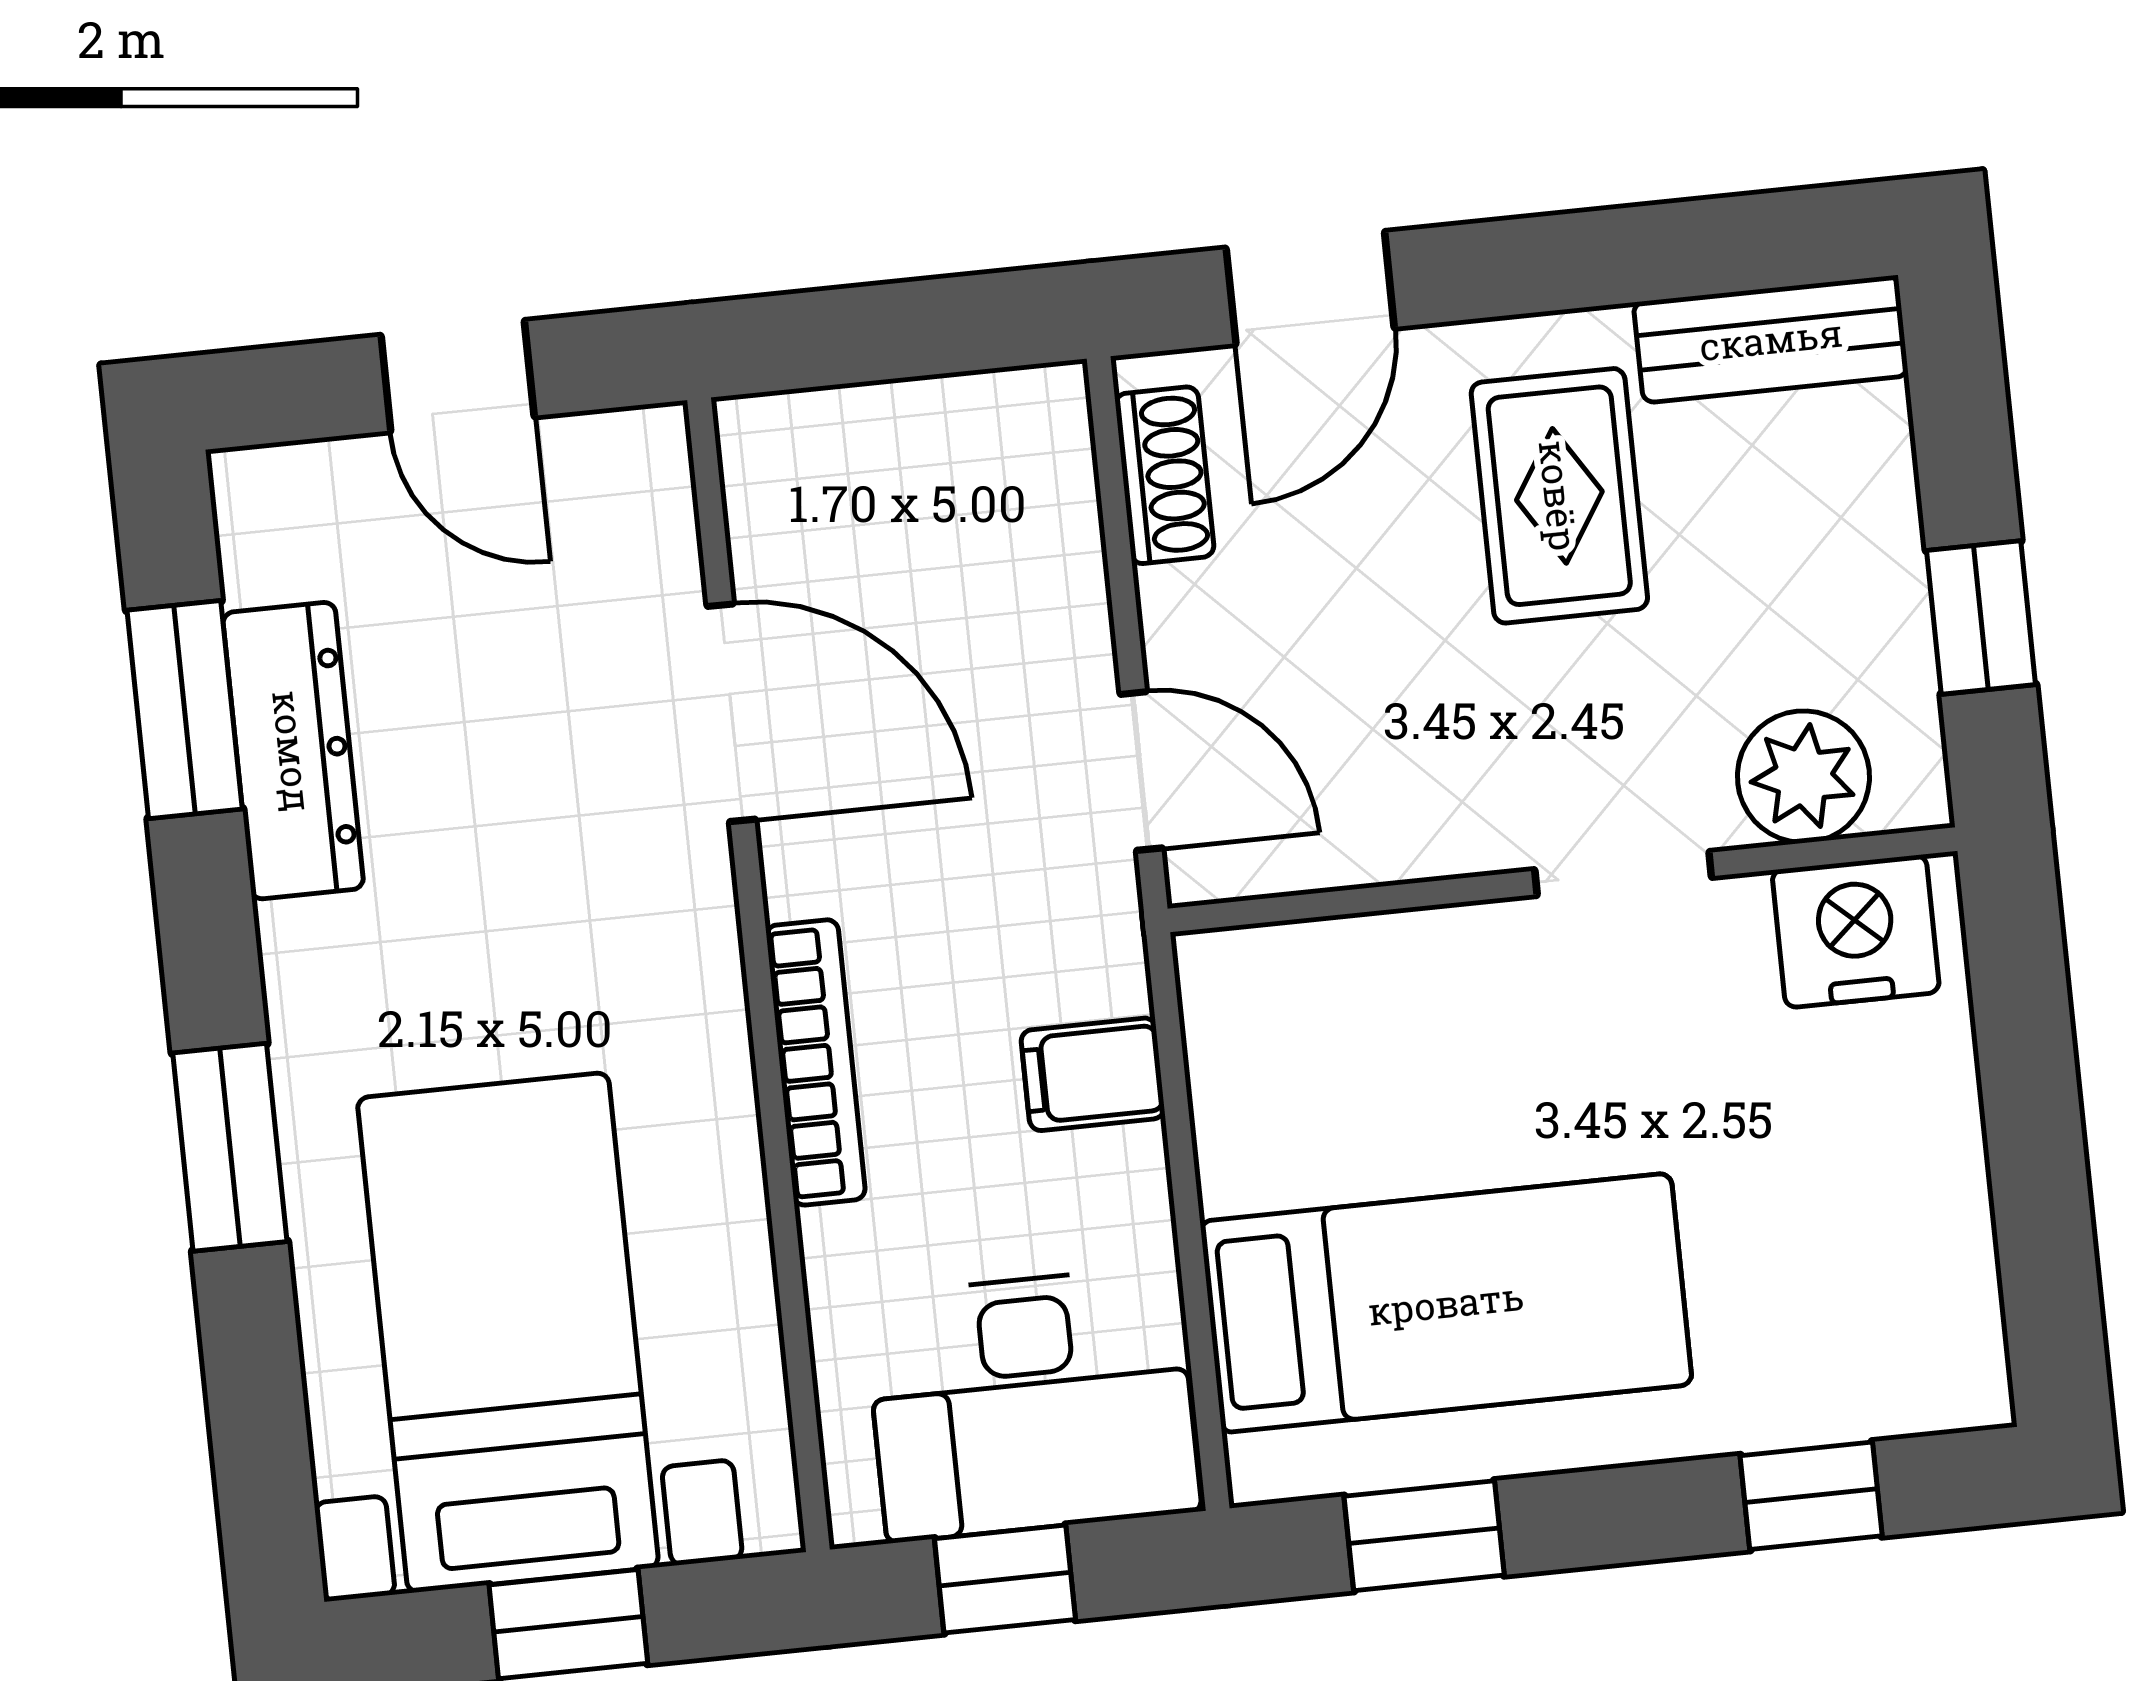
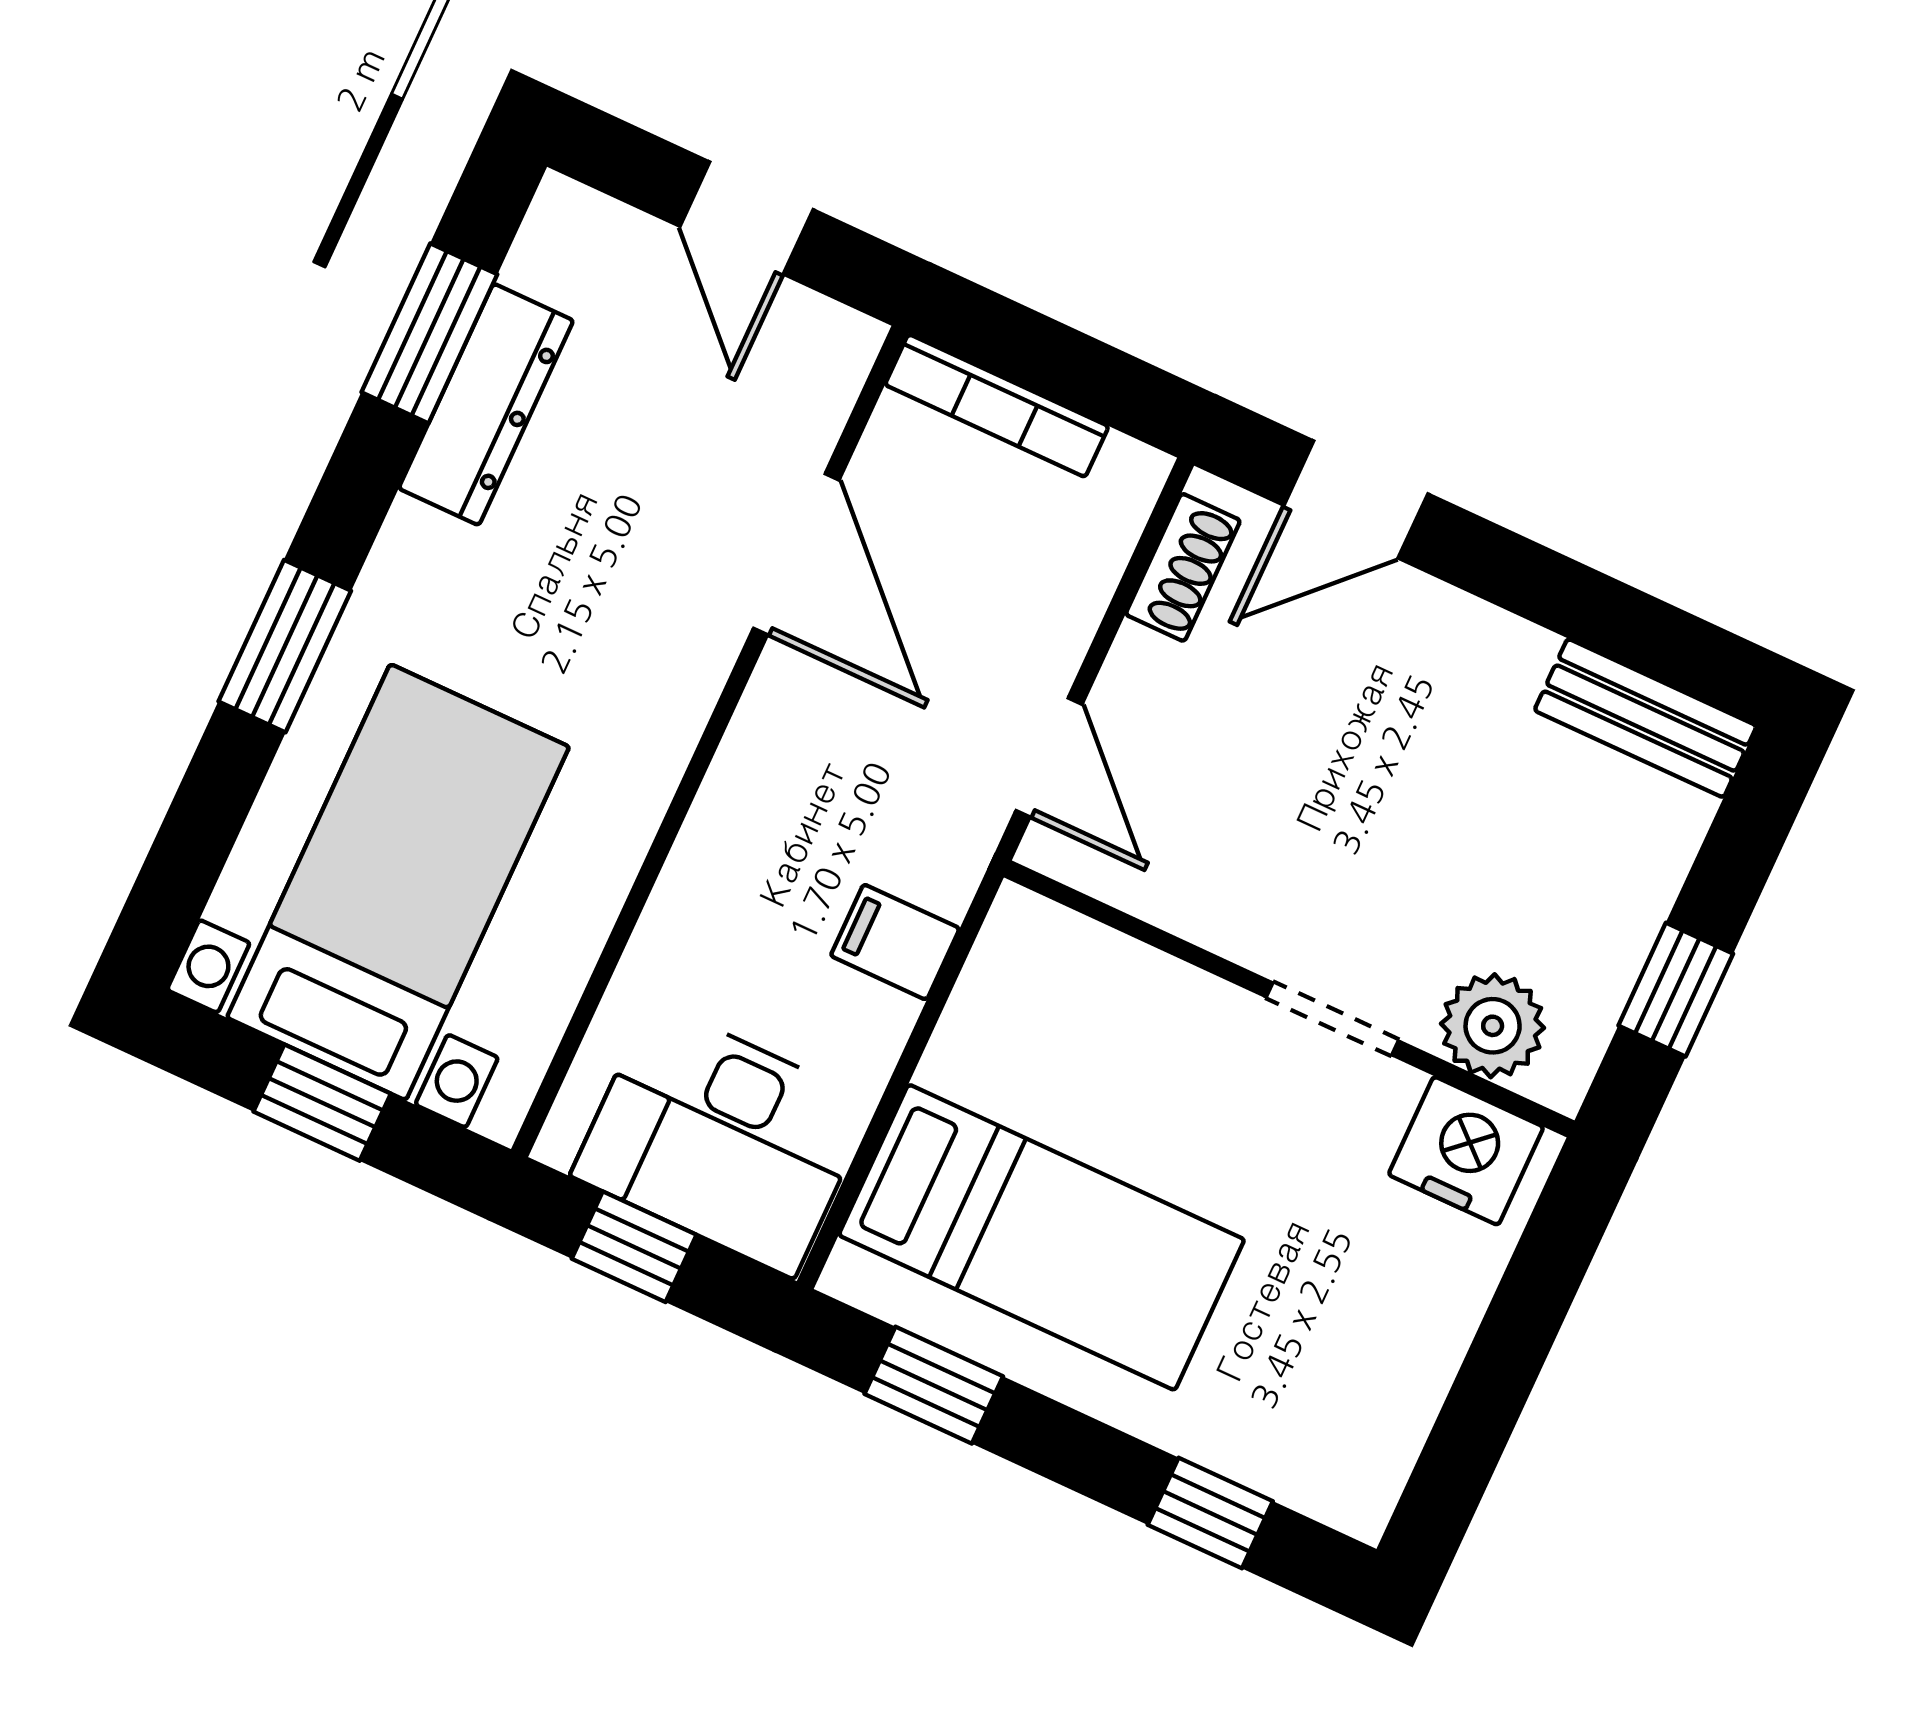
rug: (1559, 496) -> (1441, 739), removed
bookcase: (816, 1062) -> (997, 406), moved, turned 90

